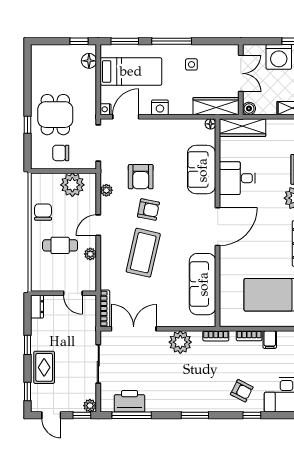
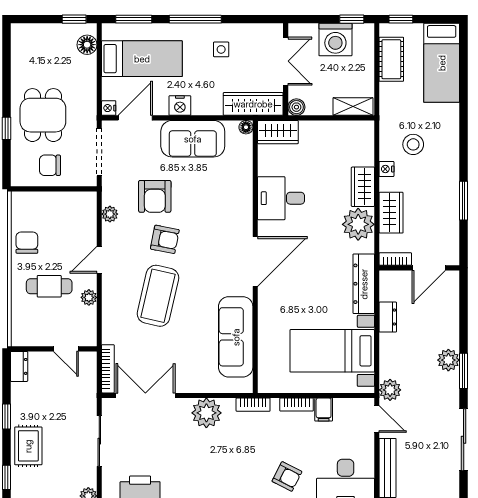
wardrobe: (243, 128) -> (278, 132), width x0.67
sofa: (202, 170) -> (193, 139), moved, turned -90
plant: (72, 185) -> (65, 207), removed

